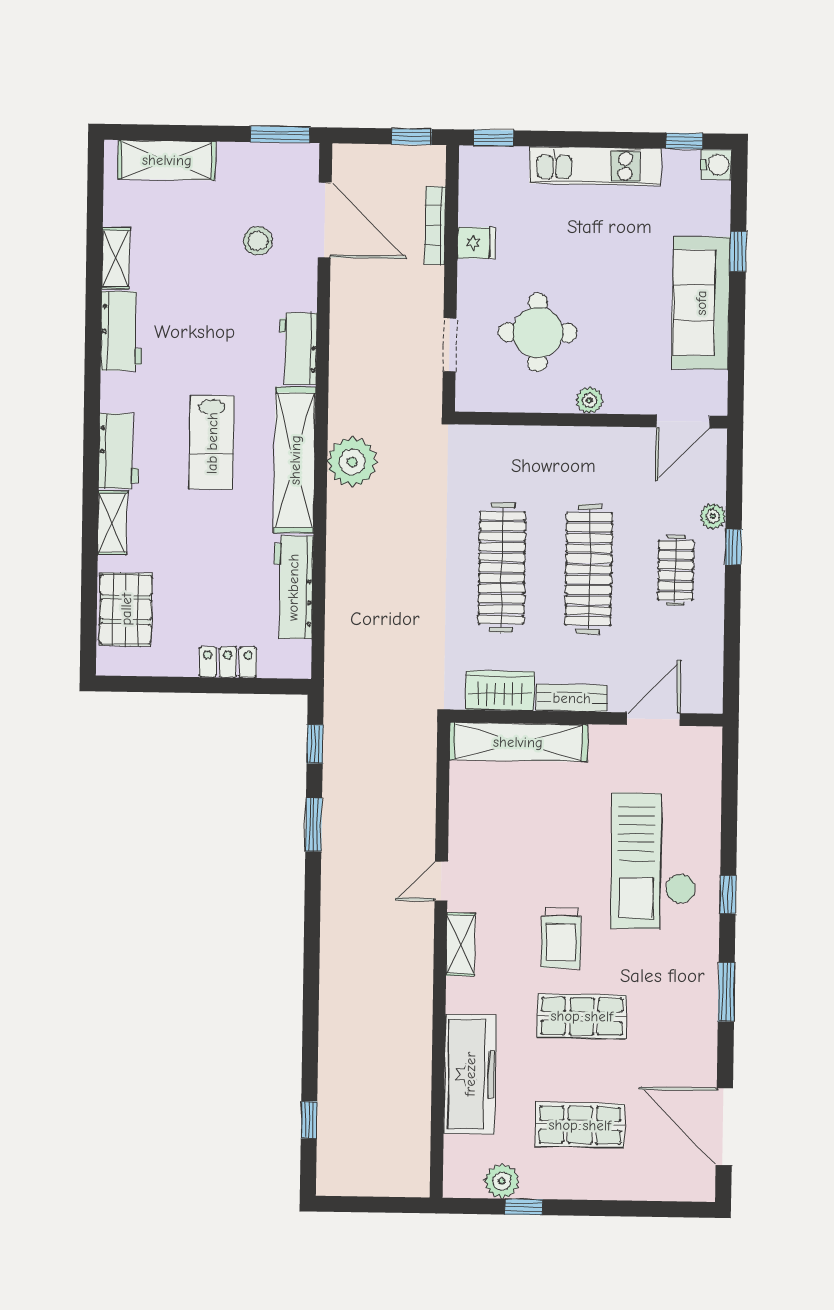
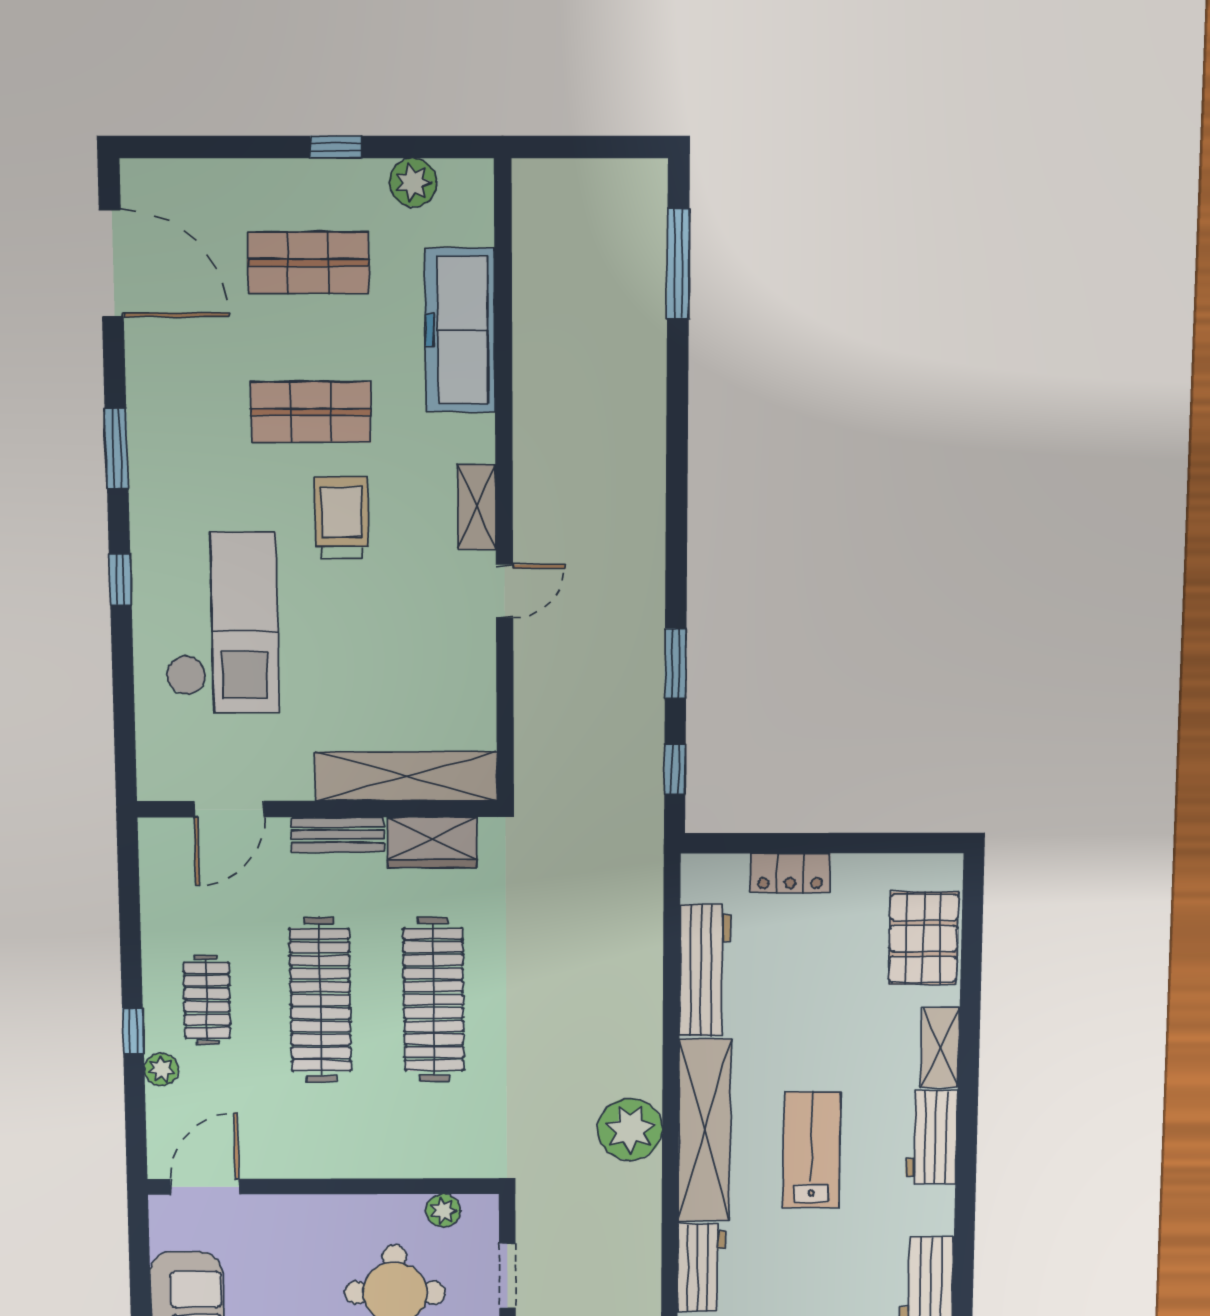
plant: (589, 400) -> (443, 1211), moved
window: (309, 1120) -> (678, 264), width x2.17
window: (524, 1207) -> (336, 147), moved

